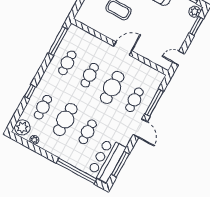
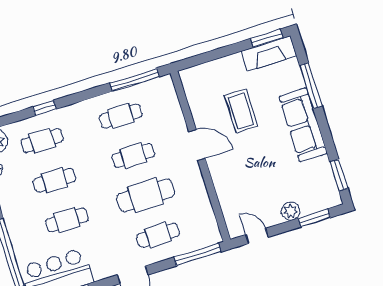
plant: (195, 12) -> (291, 211), moved
door: (123, 49) -> (197, 145), moved
window: (154, 103) -> (197, 255), moved
cafe table: (65, 119) -> (55, 180), width x0.73, depth x0.74

